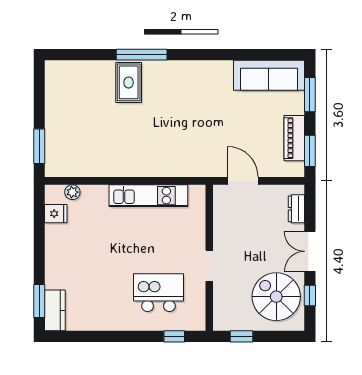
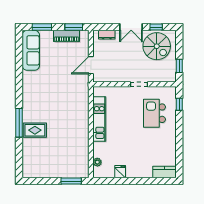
fridge: (56, 214) -> (120, 172), moved
spiral stairs: (276, 297) -> (157, 46), turned -90
window: (39, 301) -> (159, 181), removed

